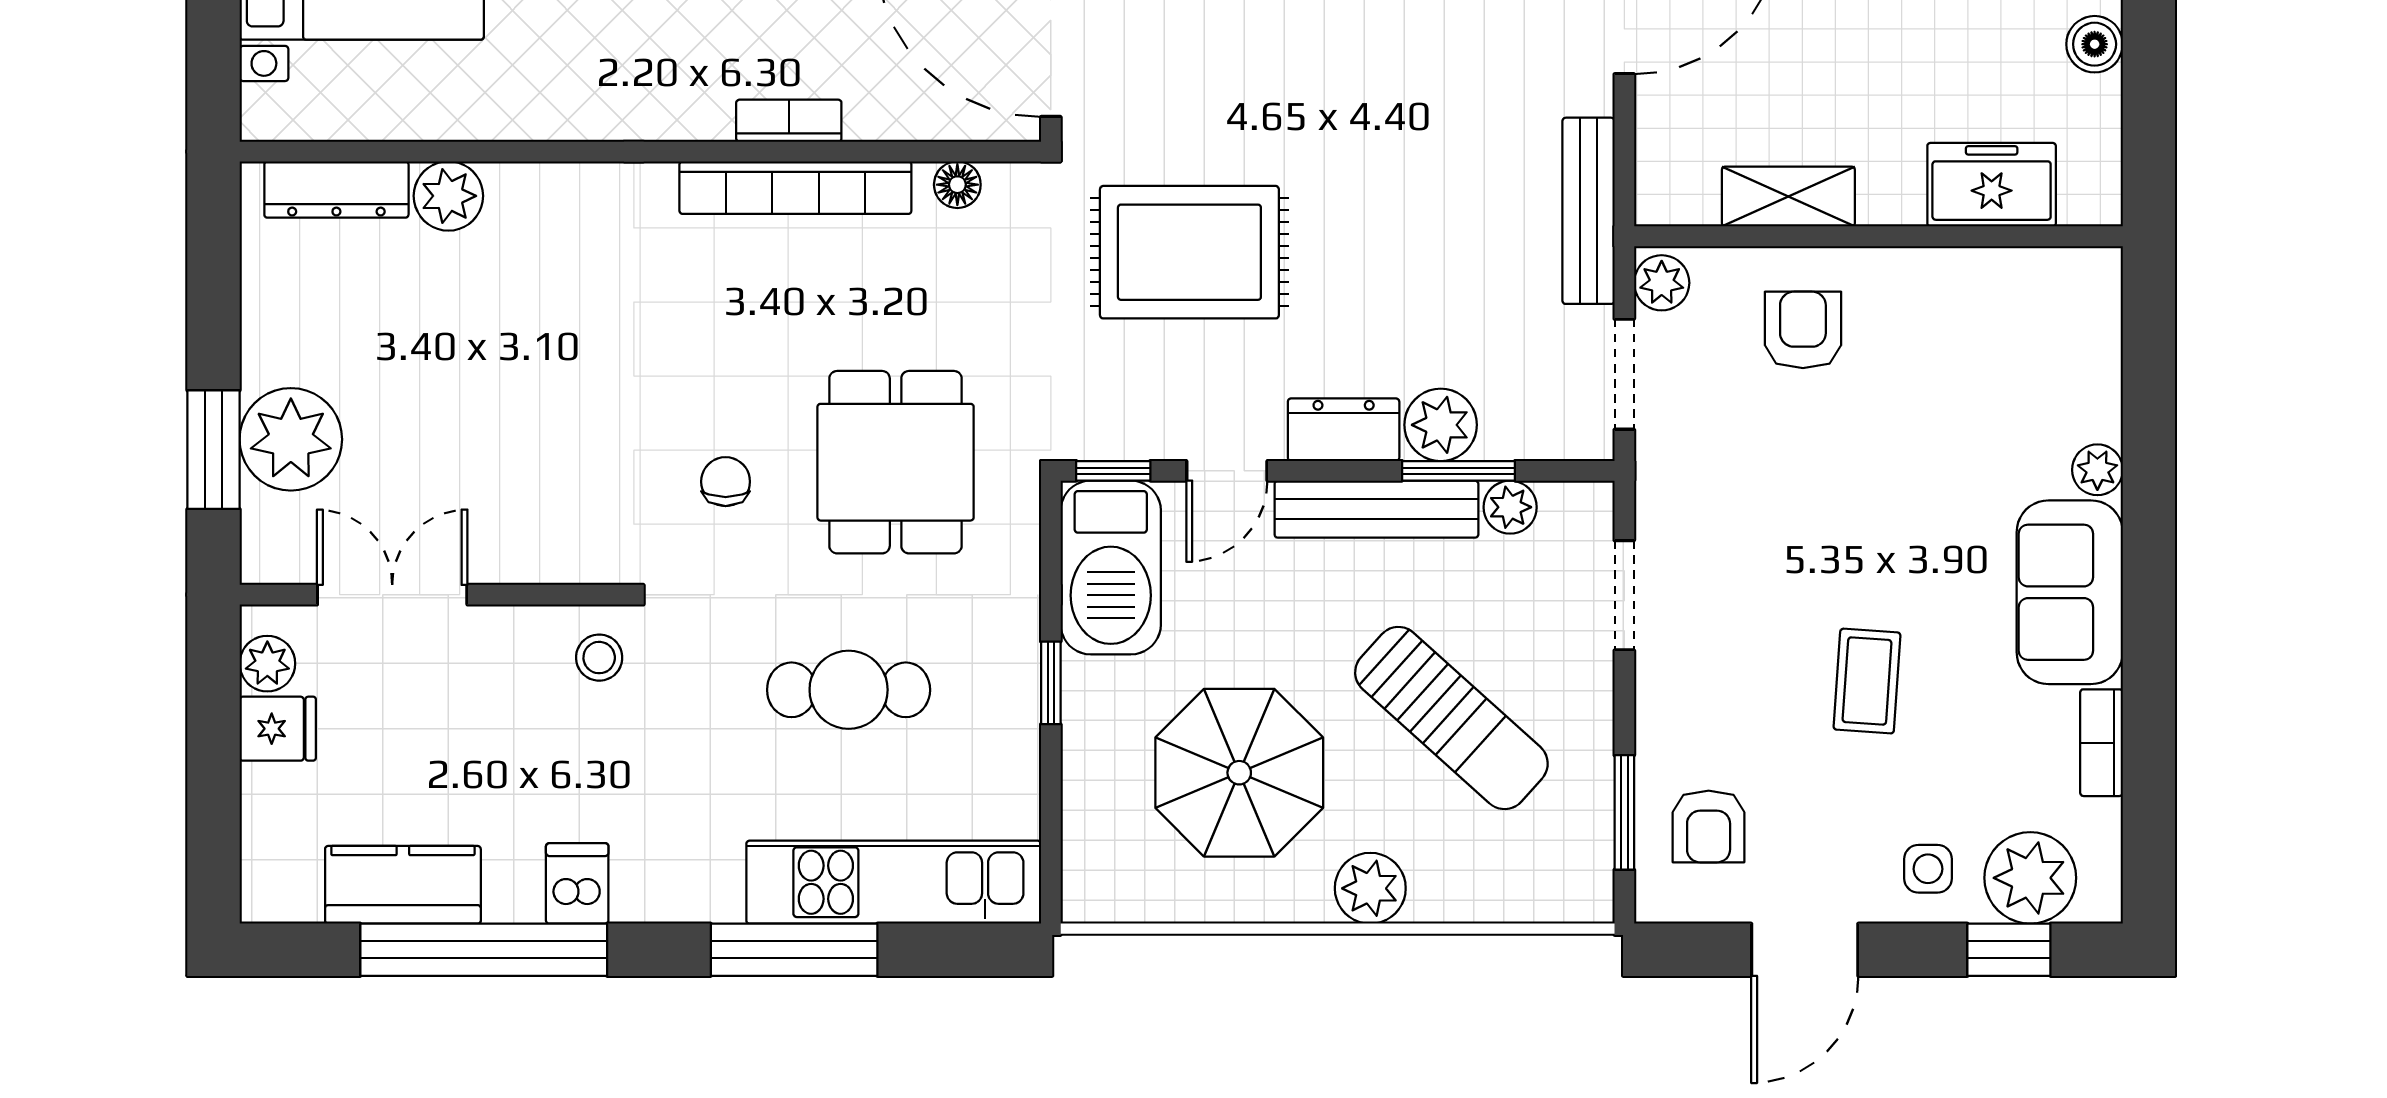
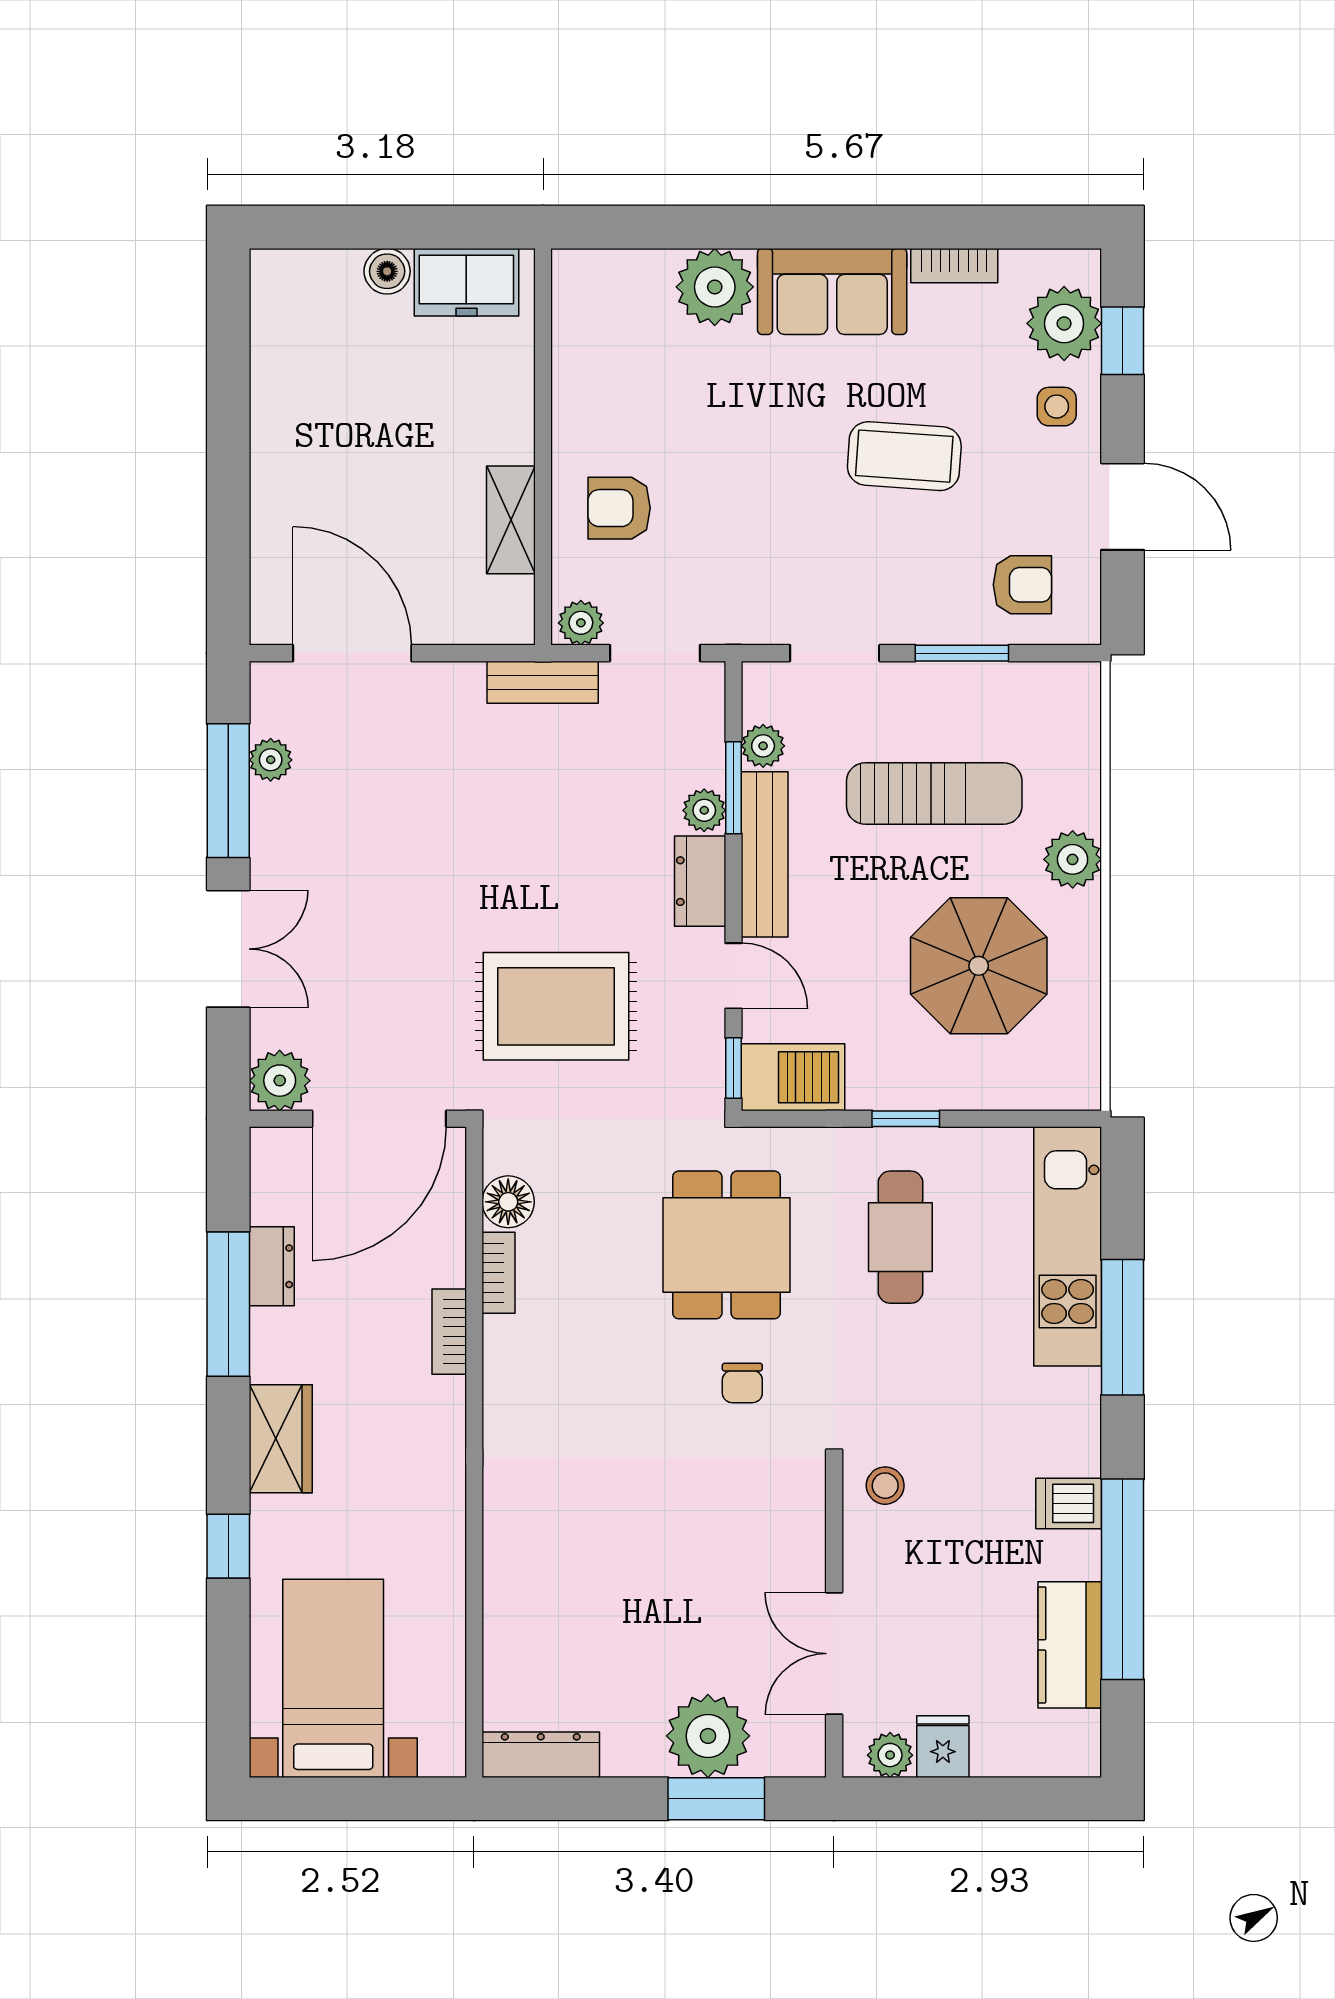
floor lamp: (957, 185) -> (508, 1202), width x1.37, depth x1.37
freezer: (1992, 185) -> (466, 282), moved, turned -90
bookcase: (795, 188) -> (498, 1273), width x0.43, depth x0.76
dresser: (336, 190) -> (541, 1755), moved, turned -90
plant: (448, 196) -> (510, 1608), removed
bench: (1588, 211) -> (543, 682), width x0.73
rug: (1189, 252) -> (556, 1006), turned 90
plant: (1441, 425) -> (704, 810), width x0.73, depth x0.73
dining table: (896, 462) -> (727, 1245), turned 90
plant: (2097, 470) -> (715, 287), width x1.88, depth x1.88
chair: (726, 482) -> (742, 1383), turned -90
barbecue: (1111, 567) -> (793, 1077), width x0.73, depth x0.83
coffee table: (1867, 681) -> (904, 456), width x1.36, depth x1.30
cafe table: (849, 690) -> (900, 1237), moved
sun lounger: (1451, 718) -> (934, 794), turned 48
window: (1624, 812) -> (962, 653), moved

